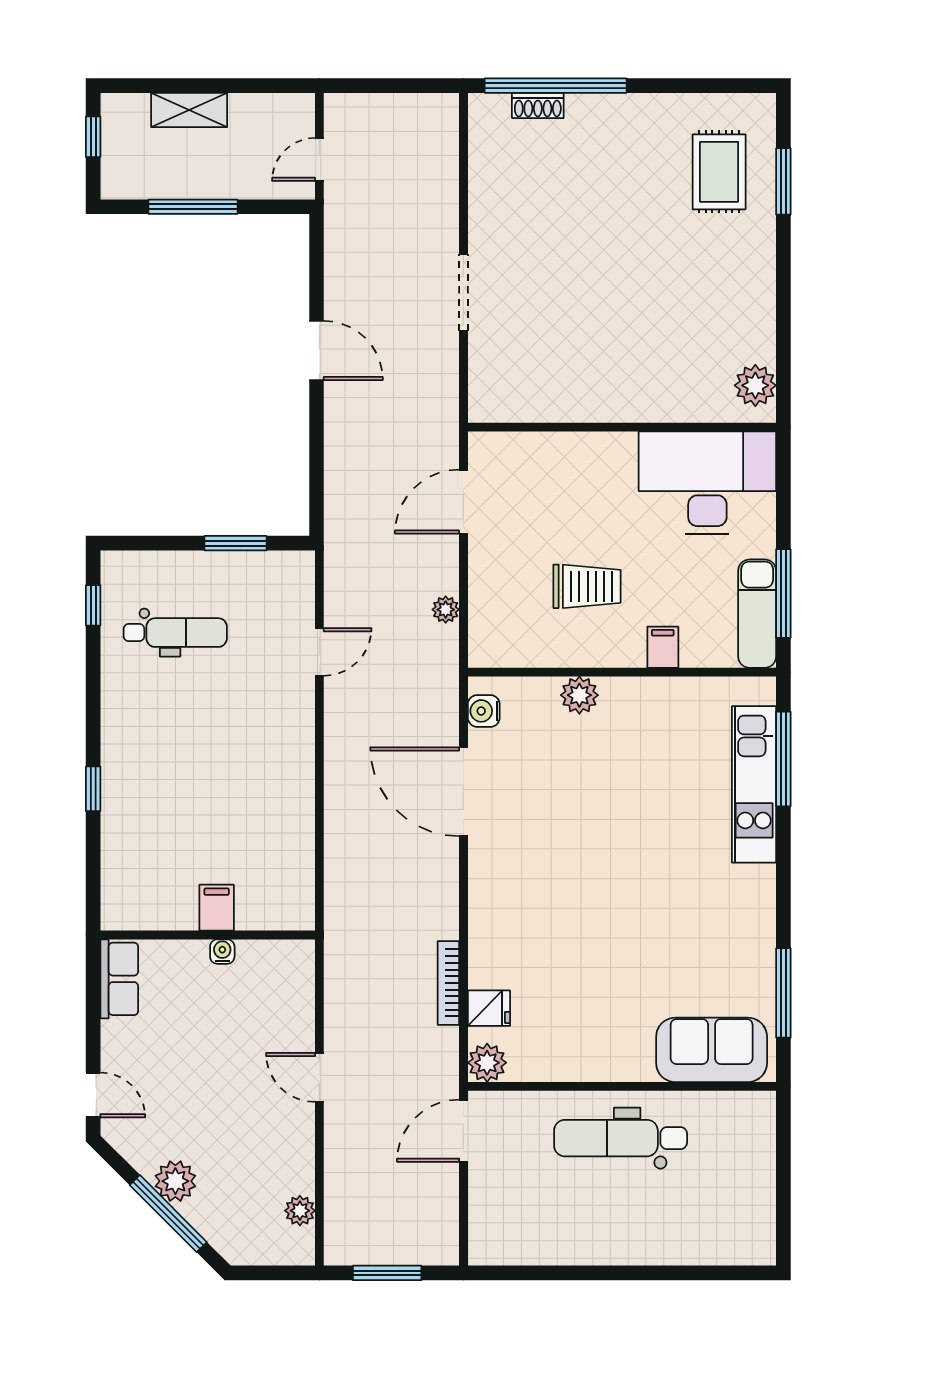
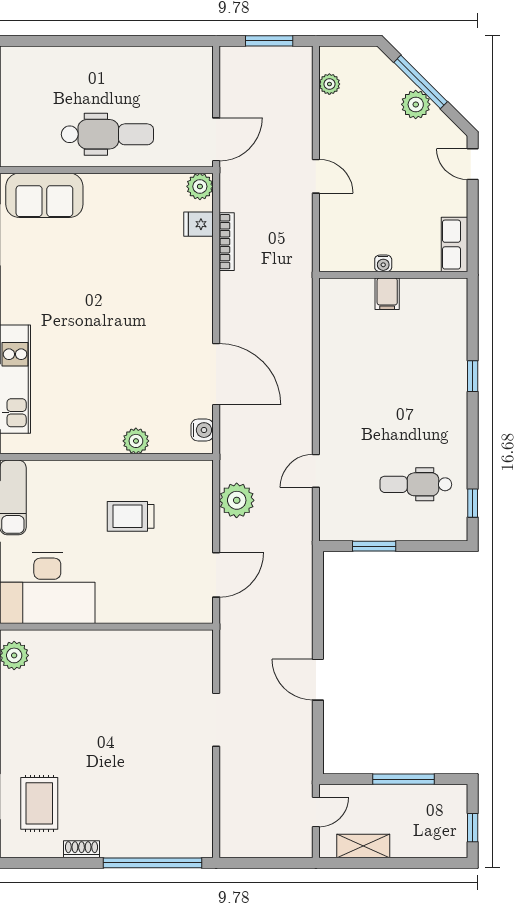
shoe rack: (538, 105) -> (82, 849), moved
shelving: (189, 110) -> (363, 846), moved
plant: (446, 610) -> (237, 500), width x1.87, depth x1.87
filing cabinet: (663, 647) -> (78, 474), removed

